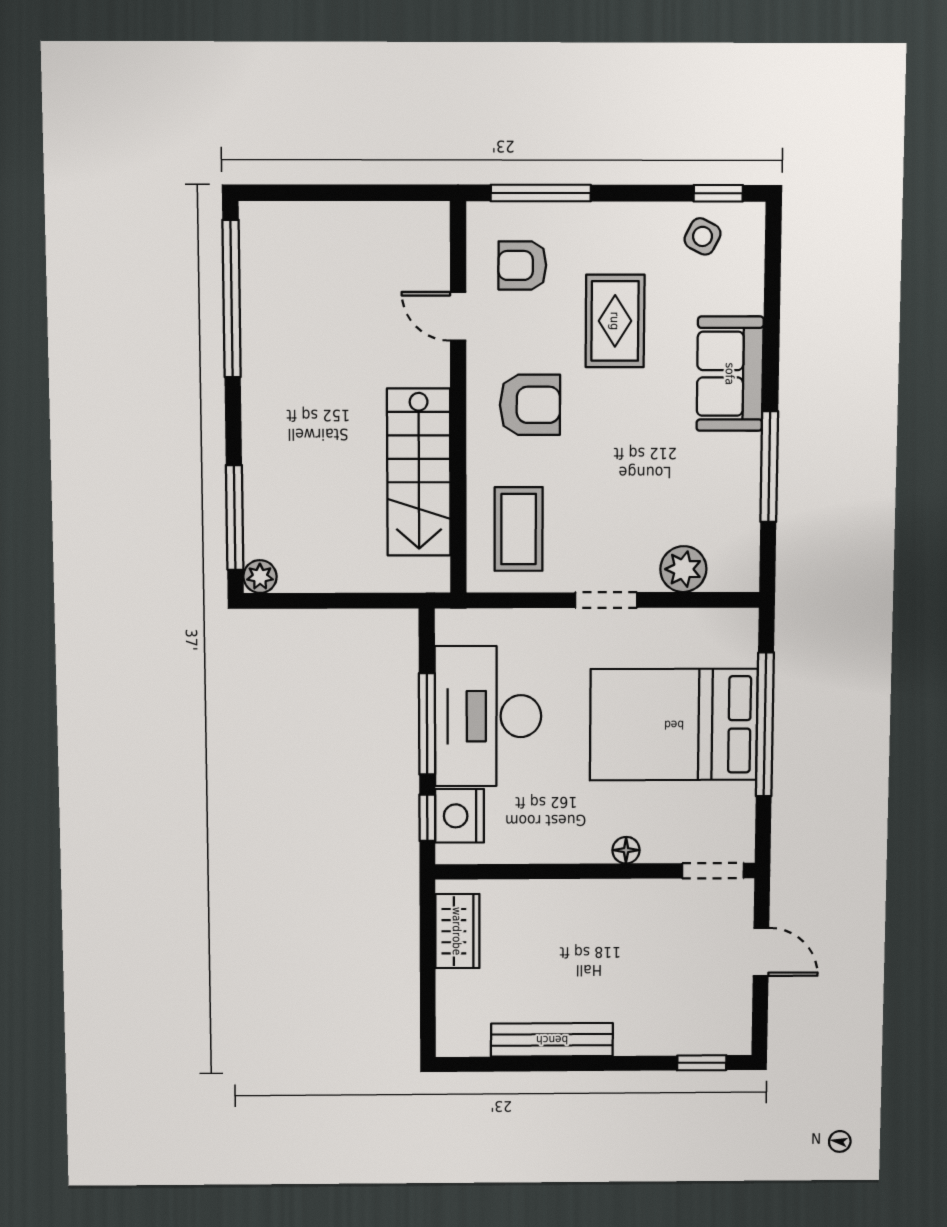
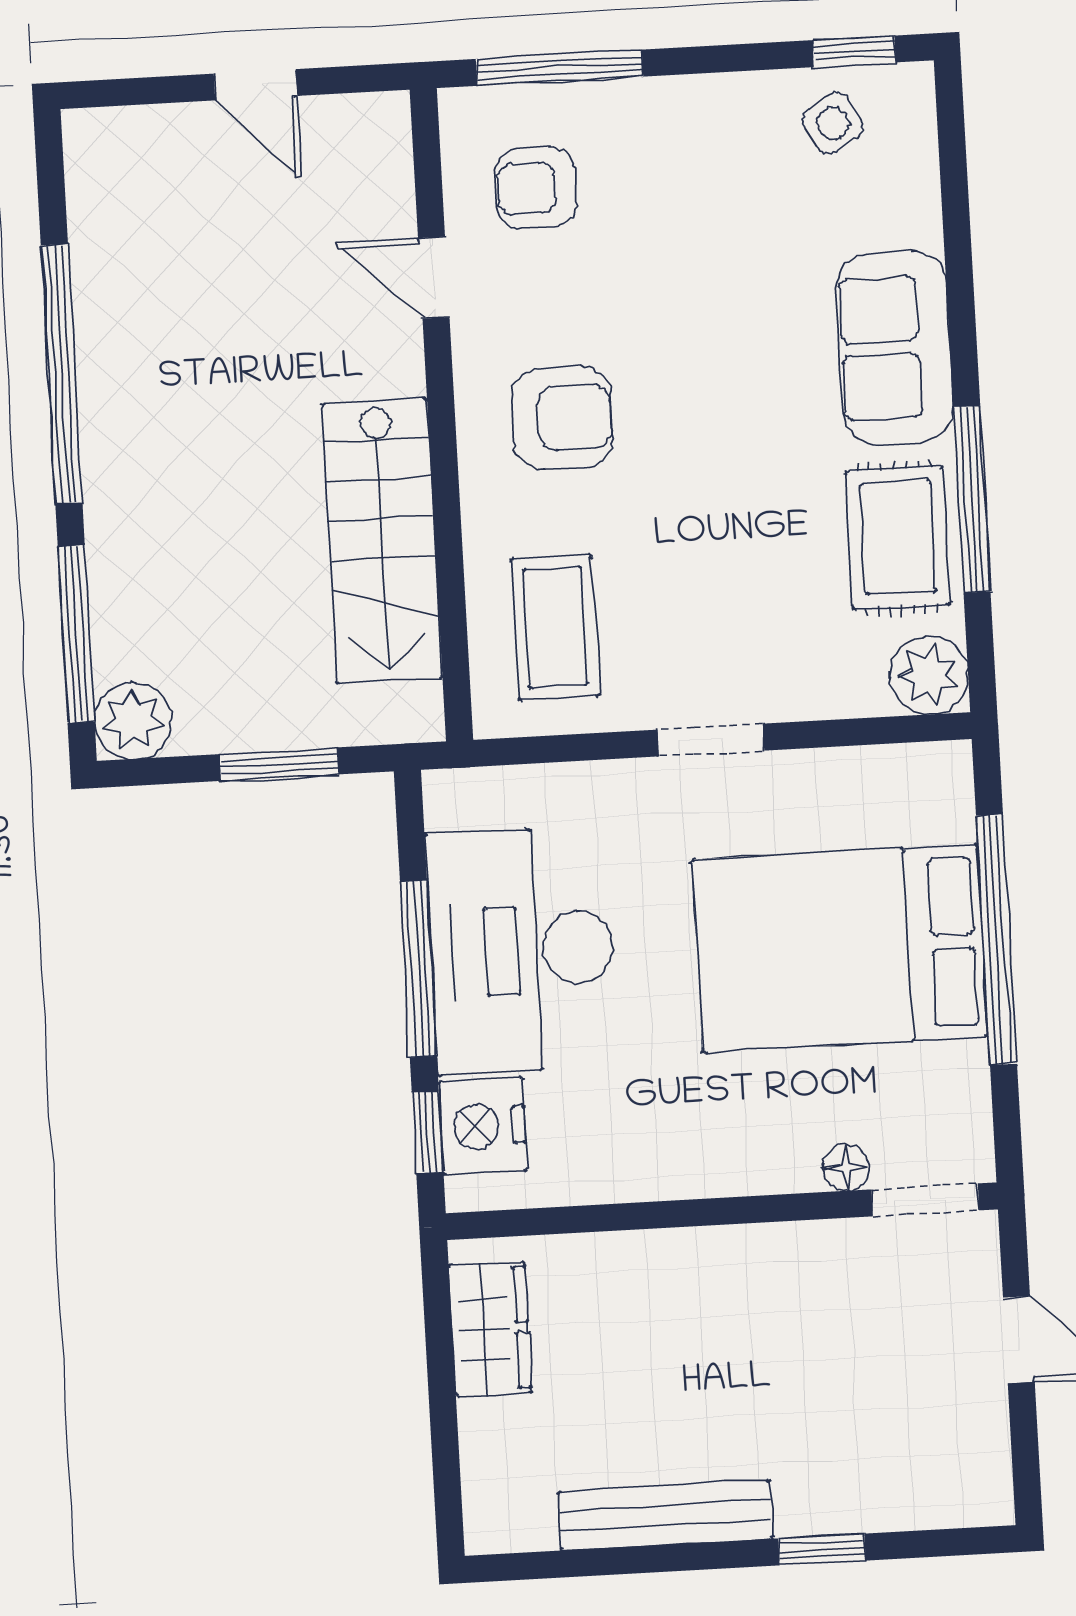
door: (357, 193) -> (256, 85), added
side table: (703, 236) -> (833, 123), turned 33
window: (232, 299) -> (62, 374), moved
rug: (615, 321) -> (898, 538), moved
plant: (683, 569) -> (929, 675), moved
plant: (260, 577) -> (133, 720), width x1.38, depth x1.38
window: (351, 601) -> (279, 764), added
floor lamp: (626, 850) -> (846, 1167), moved
window: (702, 1063) -> (822, 1549), moved

